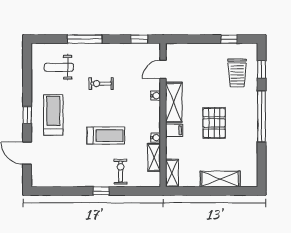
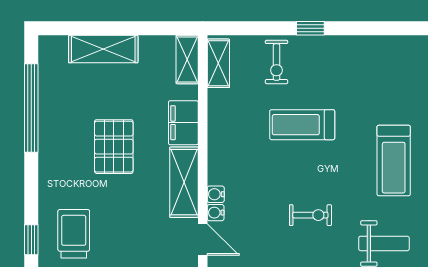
door: (163, 69) -> (203, 240), hinge flipped
window: (262, 116) -> (31, 108), moved
filing cabinet: (174, 130) -> (183, 123), width x2.00
water cooler: (156, 138) -> (216, 213), moved
shelving: (154, 157) -> (218, 63), moved

